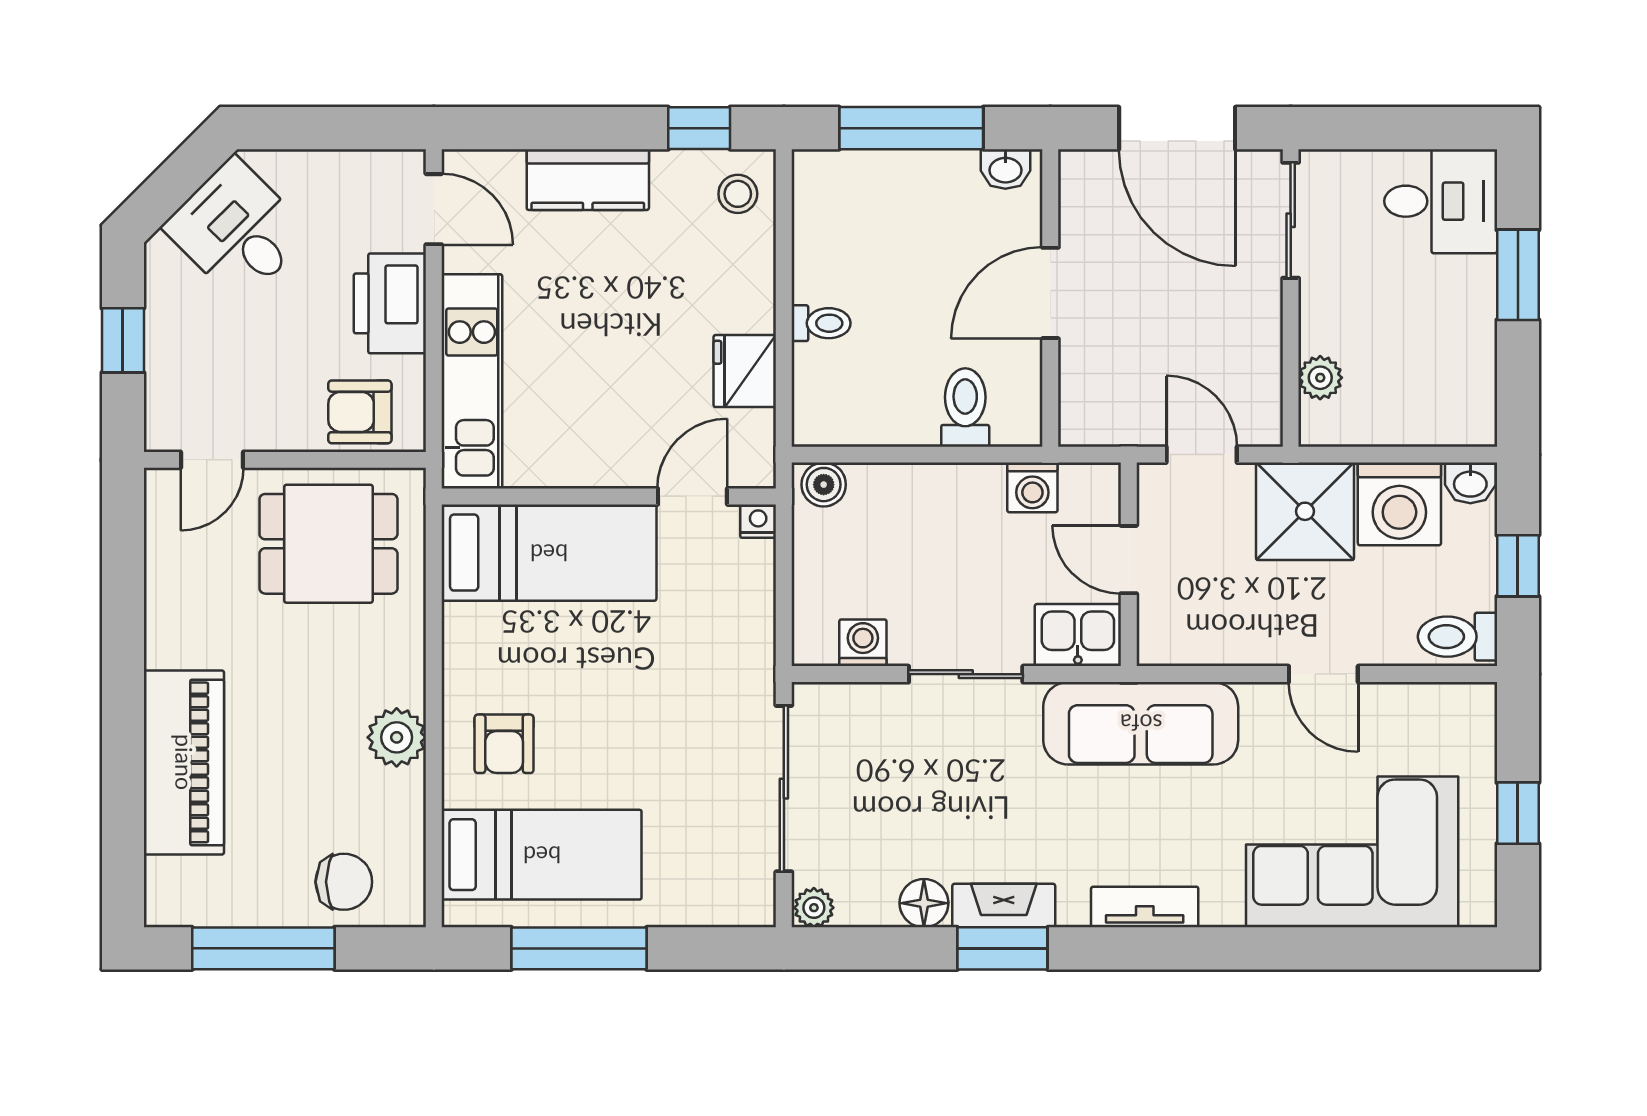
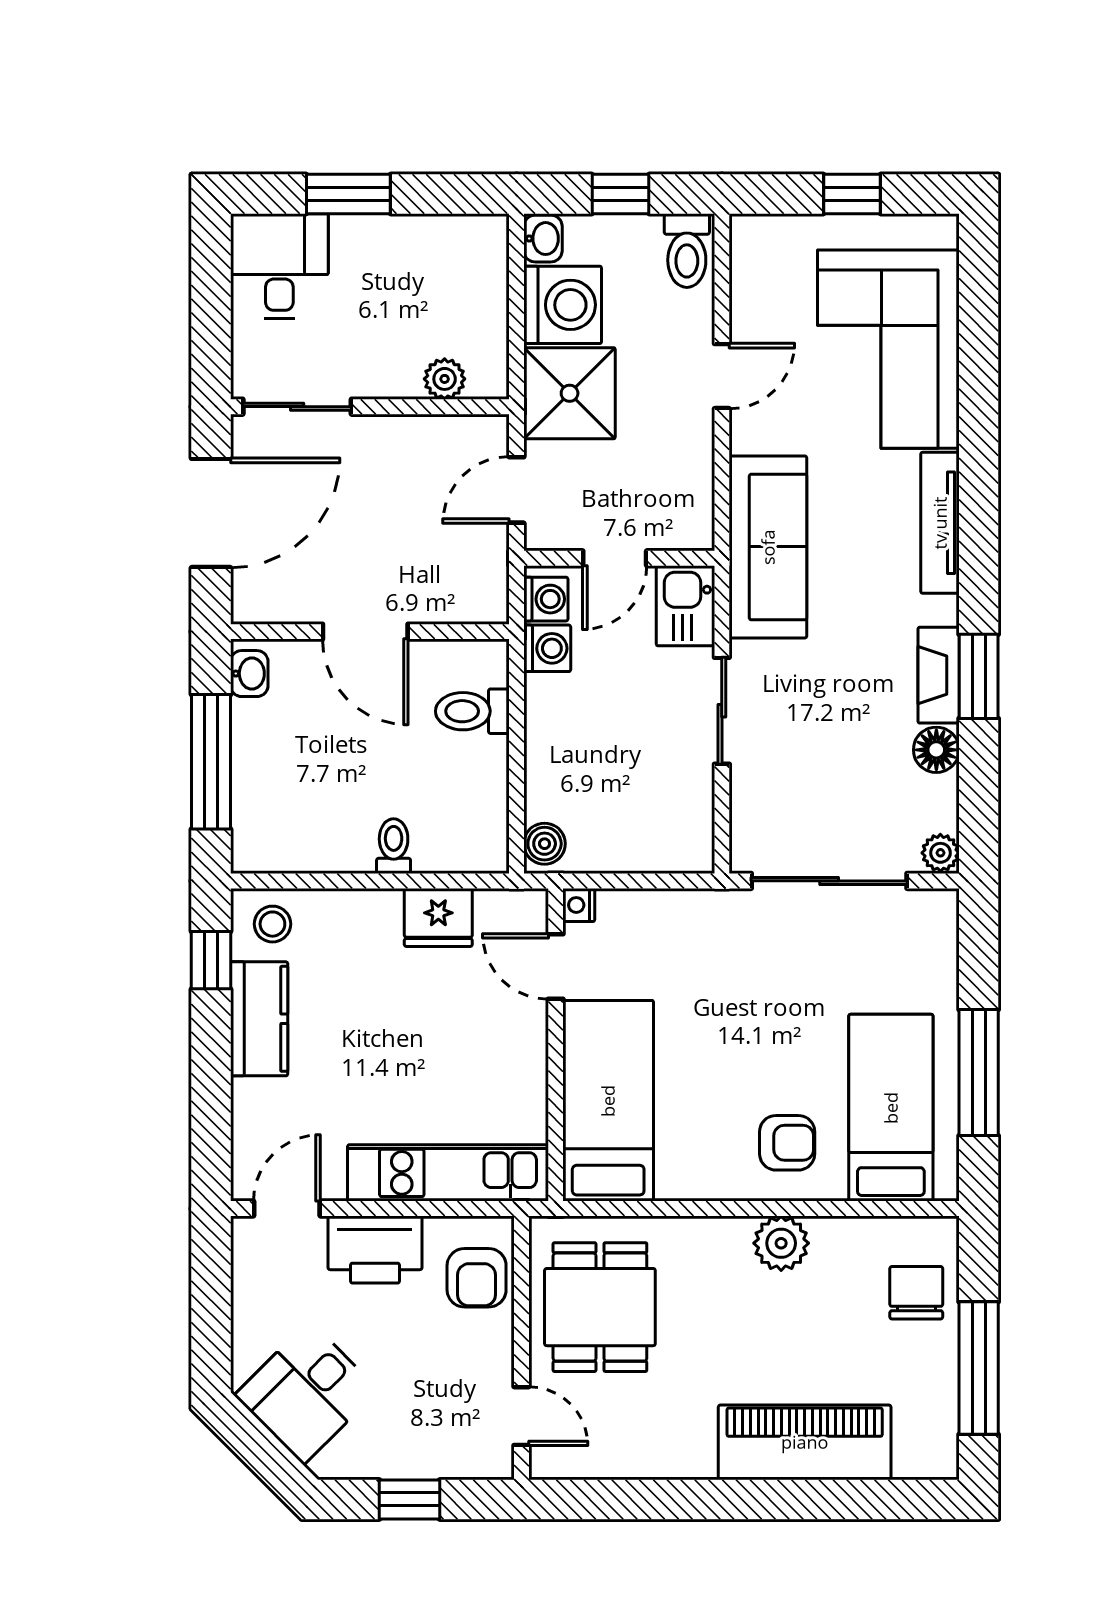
kitchen counter: (588, 180) -> (259, 1019), moved
washing machine: (863, 643) -> (546, 599), moved, turned 180
tv unit: (1145, 907) -> (940, 523), width x1.41

